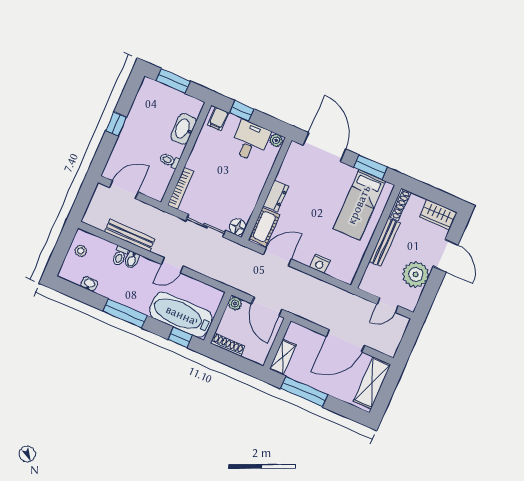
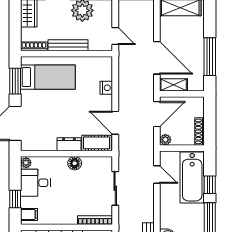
floor lamp: (238, 227) -> (75, 163), moved
door: (172, 265) -> (157, 175), moved
door: (388, 305) -> (115, 36), moved
window: (180, 337) -> (210, 185), moved
door: (345, 341) -> (157, 58), moved
shelving: (283, 357) -> (174, 85), moved

